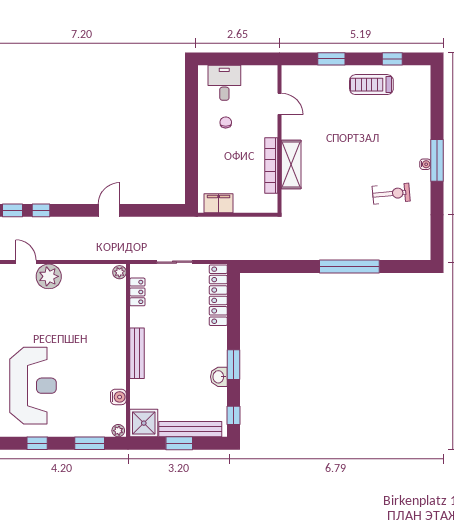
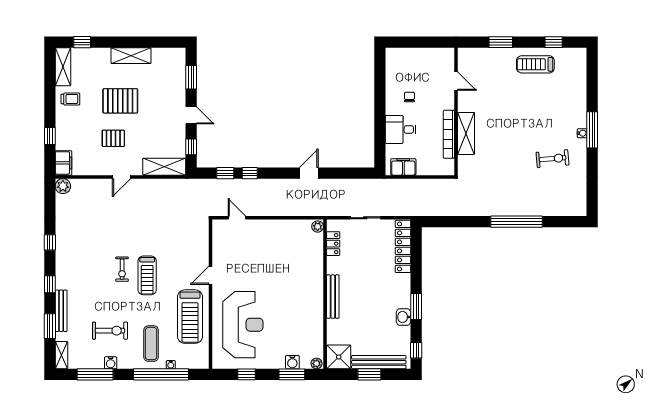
desk: (224, 83) -> (401, 129), moved, turned -90
plant: (49, 276) -> (256, 230), removed
water cooler: (118, 397) -> (292, 362), moved, turned 90

